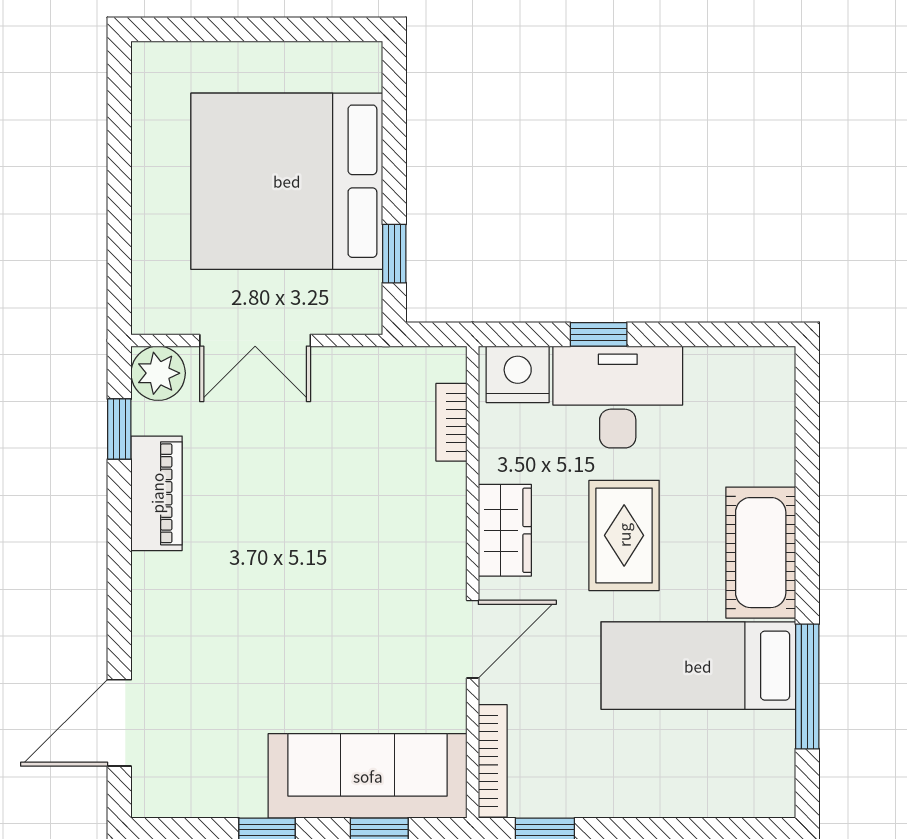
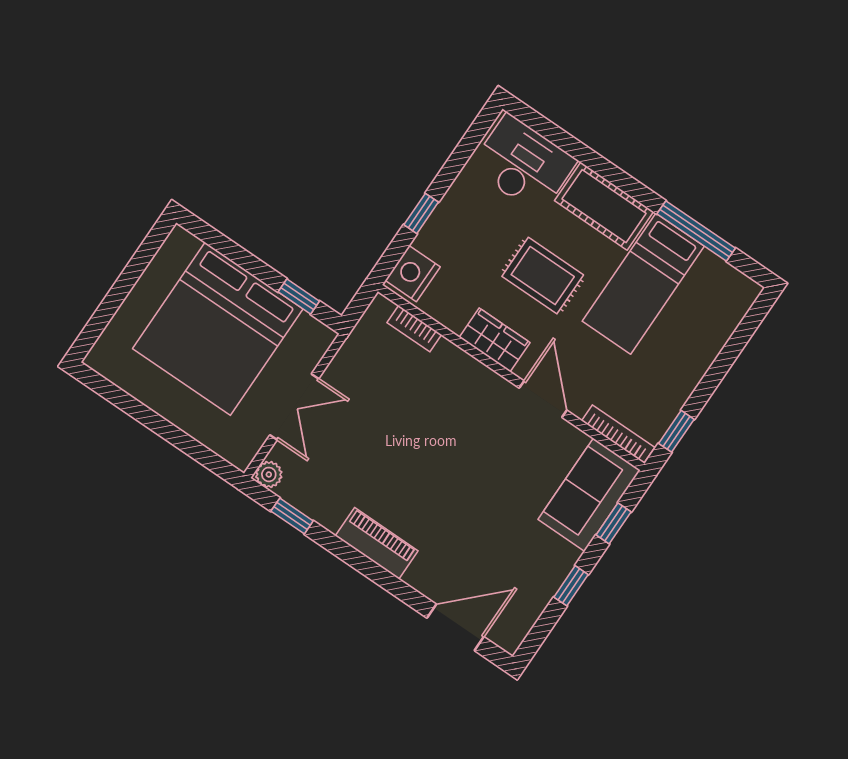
plant: (158, 373) -> (269, 474), width x0.73, depth x0.73
desk: (618, 397) -> (523, 164), moved, turned 90
piano: (157, 493) -> (377, 543), moved
door: (119, 723) -> (455, 627), swing flipped
sofa: (368, 776) -> (589, 495), width x0.73

